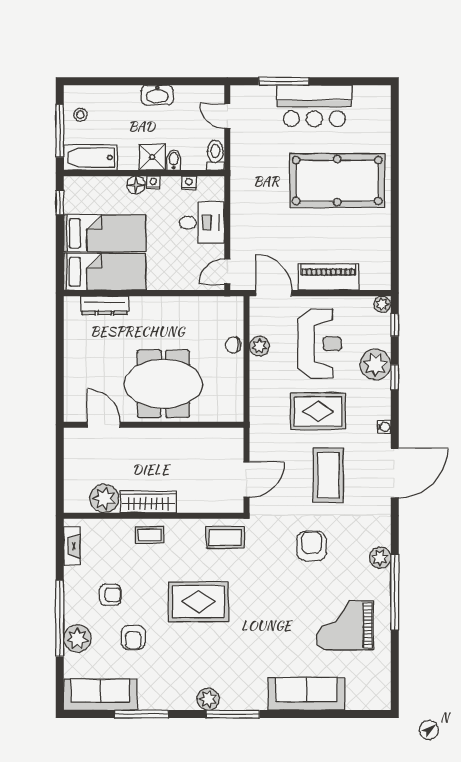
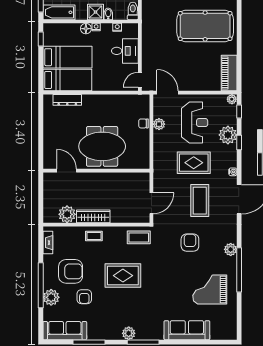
piano: (329, 277) -> (229, 73), moved, turned -90
armchair: (110, 595) -> (71, 271), width x1.88, depth x1.88

